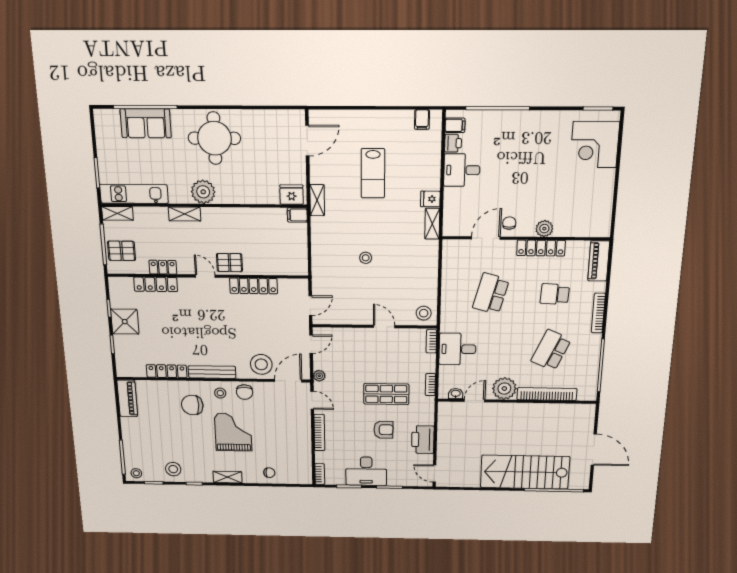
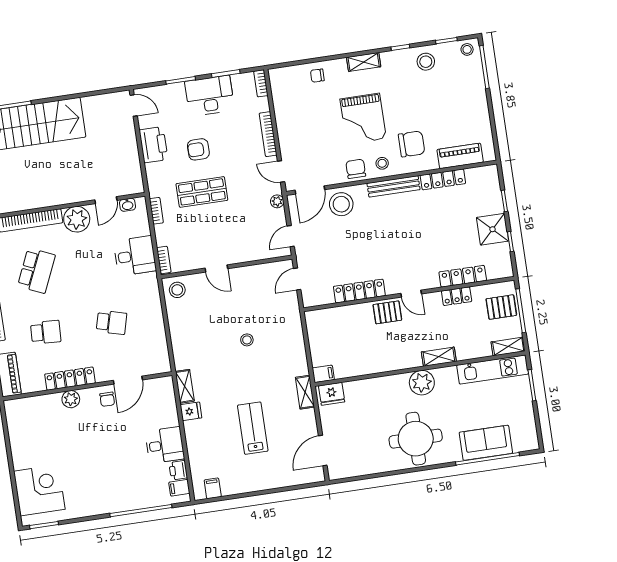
school desk: (491, 294) -> (111, 322), width x0.54
piano: (127, 398) -> (460, 156), moved, turned 90

